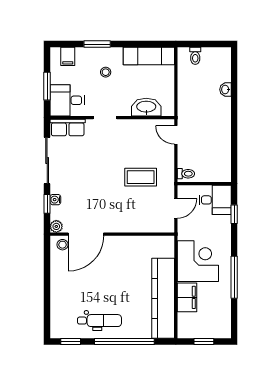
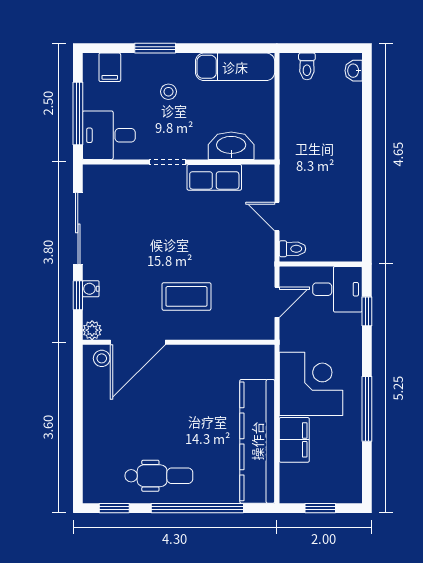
window: (47, 86) -> (78, 113), width x1.44
washbasin: (225, 89) -> (354, 71), moved
row of seats: (68, 128) -> (214, 177), moved
door: (176, 135) -> (277, 217), moved
coffee table: (141, 177) -> (186, 296), moved

